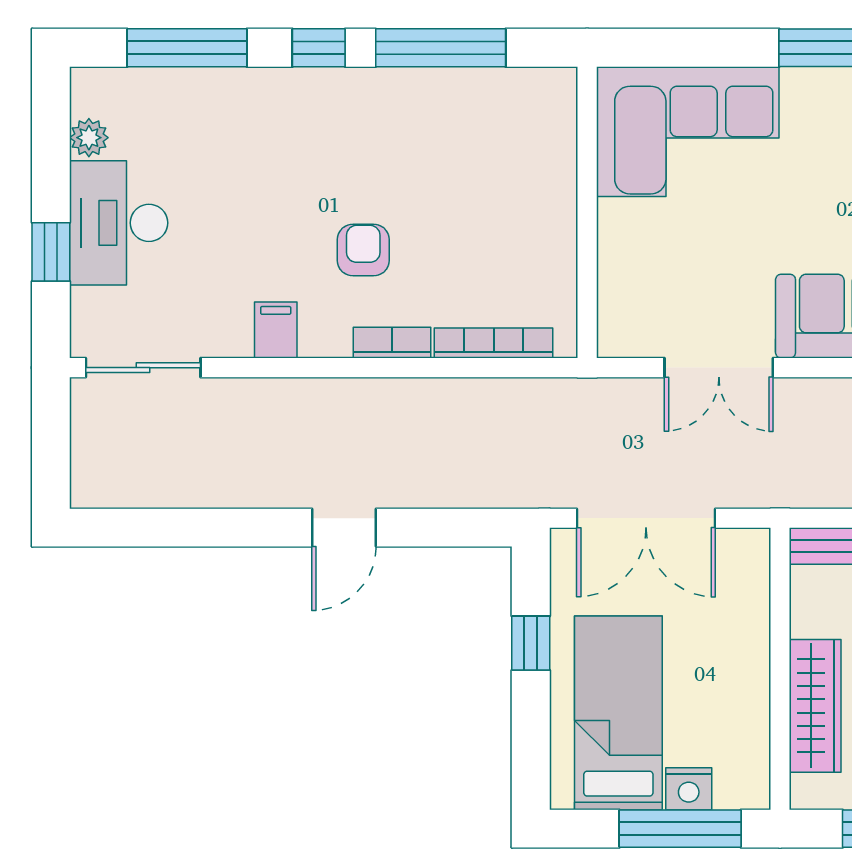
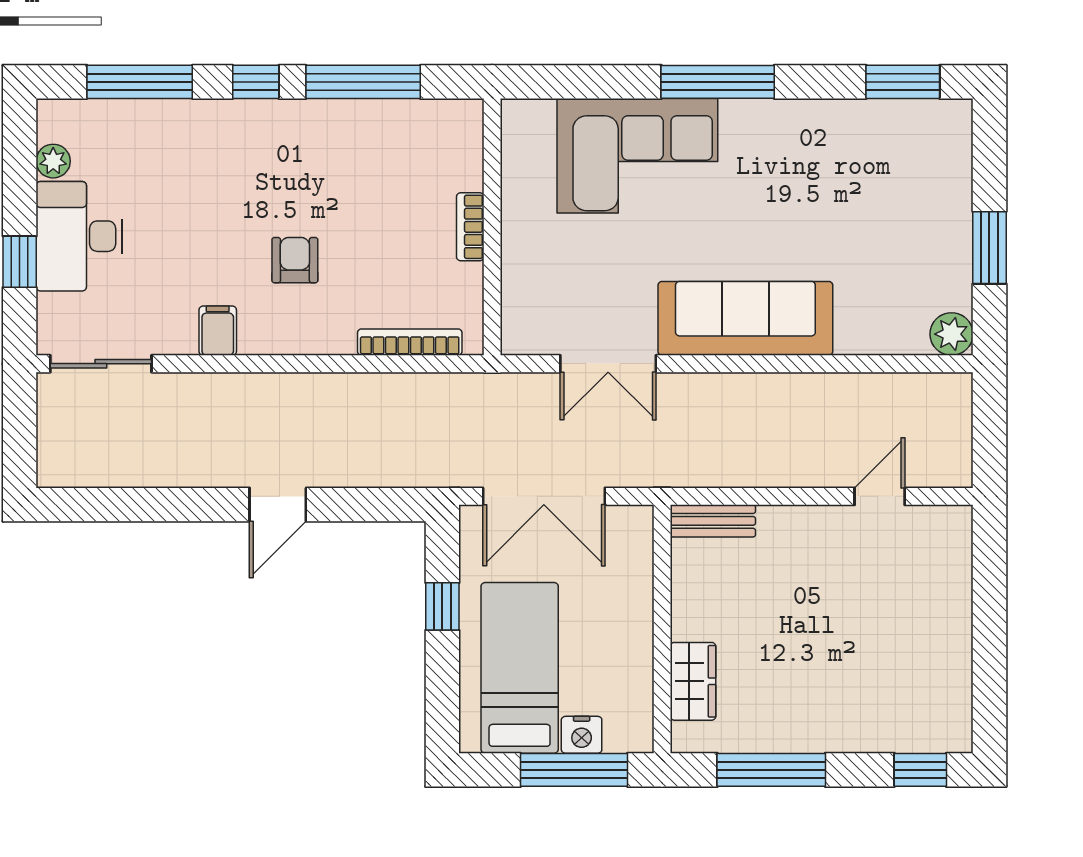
corner sofa: (688, 132) -> (637, 156), moved
bookcase: (392, 343) -> (470, 227), moved, turned -90
wardrobe: (815, 706) -> (693, 681), width x0.67

